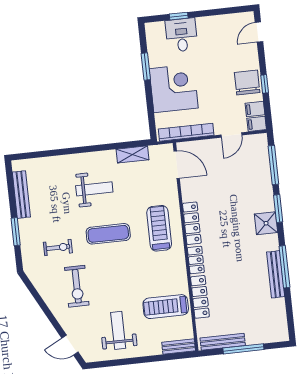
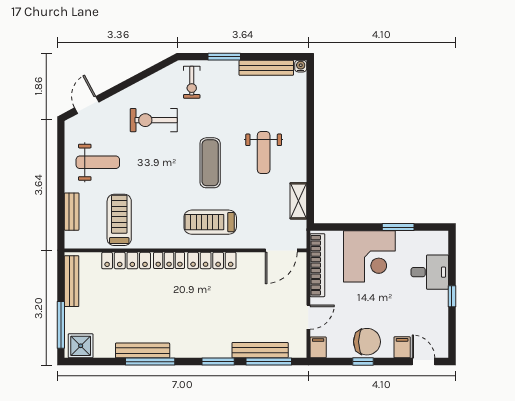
window: (179, 16) -> (452, 296), moved
filing cabinet: (255, 109) -> (402, 347), moved
door: (231, 135) -> (308, 317), swing flipped
water cooler: (17, 165) -> (301, 66), added
bench: (264, 173) -> (260, 350), added
shower: (266, 223) -> (81, 346), moved
treadmill: (159, 228) -> (210, 222), turned 180
exercise bike: (58, 248) -> (192, 82), moved
bench: (179, 347) -> (72, 212), moved
window: (243, 349) -> (61, 325), moved

